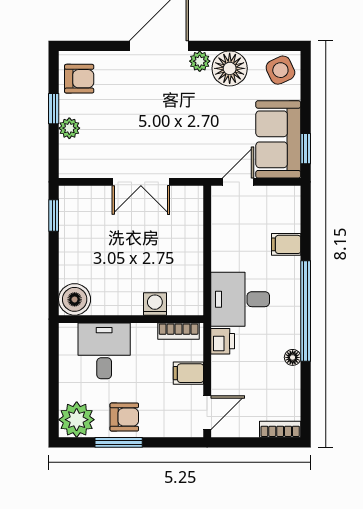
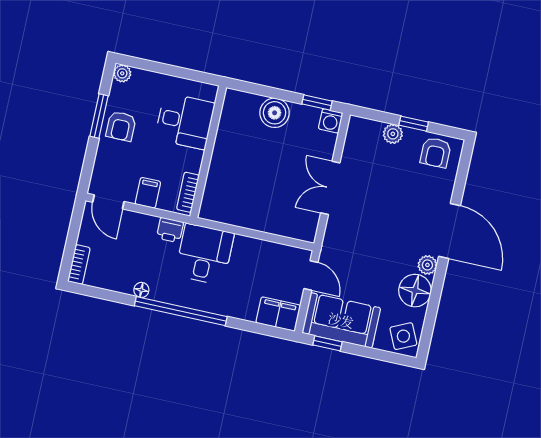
filing cabinet: (286, 244) -> (278, 314), moved, width x2.00
boiler: (75, 299) -> (275, 113), moved
washing machine: (155, 304) -> (331, 121), moved, turned 90
plant: (77, 420) -> (122, 73), width x0.53, depth x0.53

